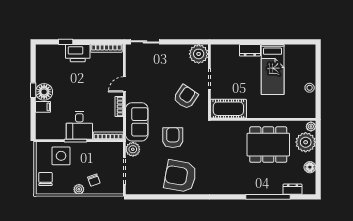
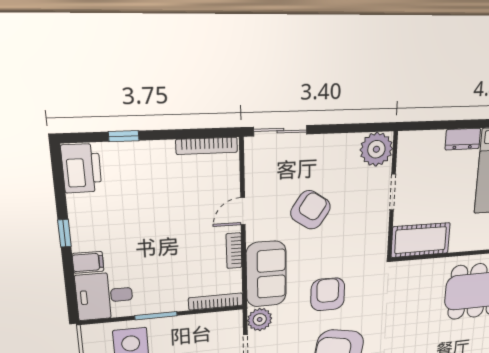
printer: (78, 53) -> (81, 168), moved, turned -90
floor lamp: (44, 92) -> (87, 235), removed
armchair: (186, 97) -> (311, 210), moved
desk: (79, 125) -> (105, 296), moved, turned 90

